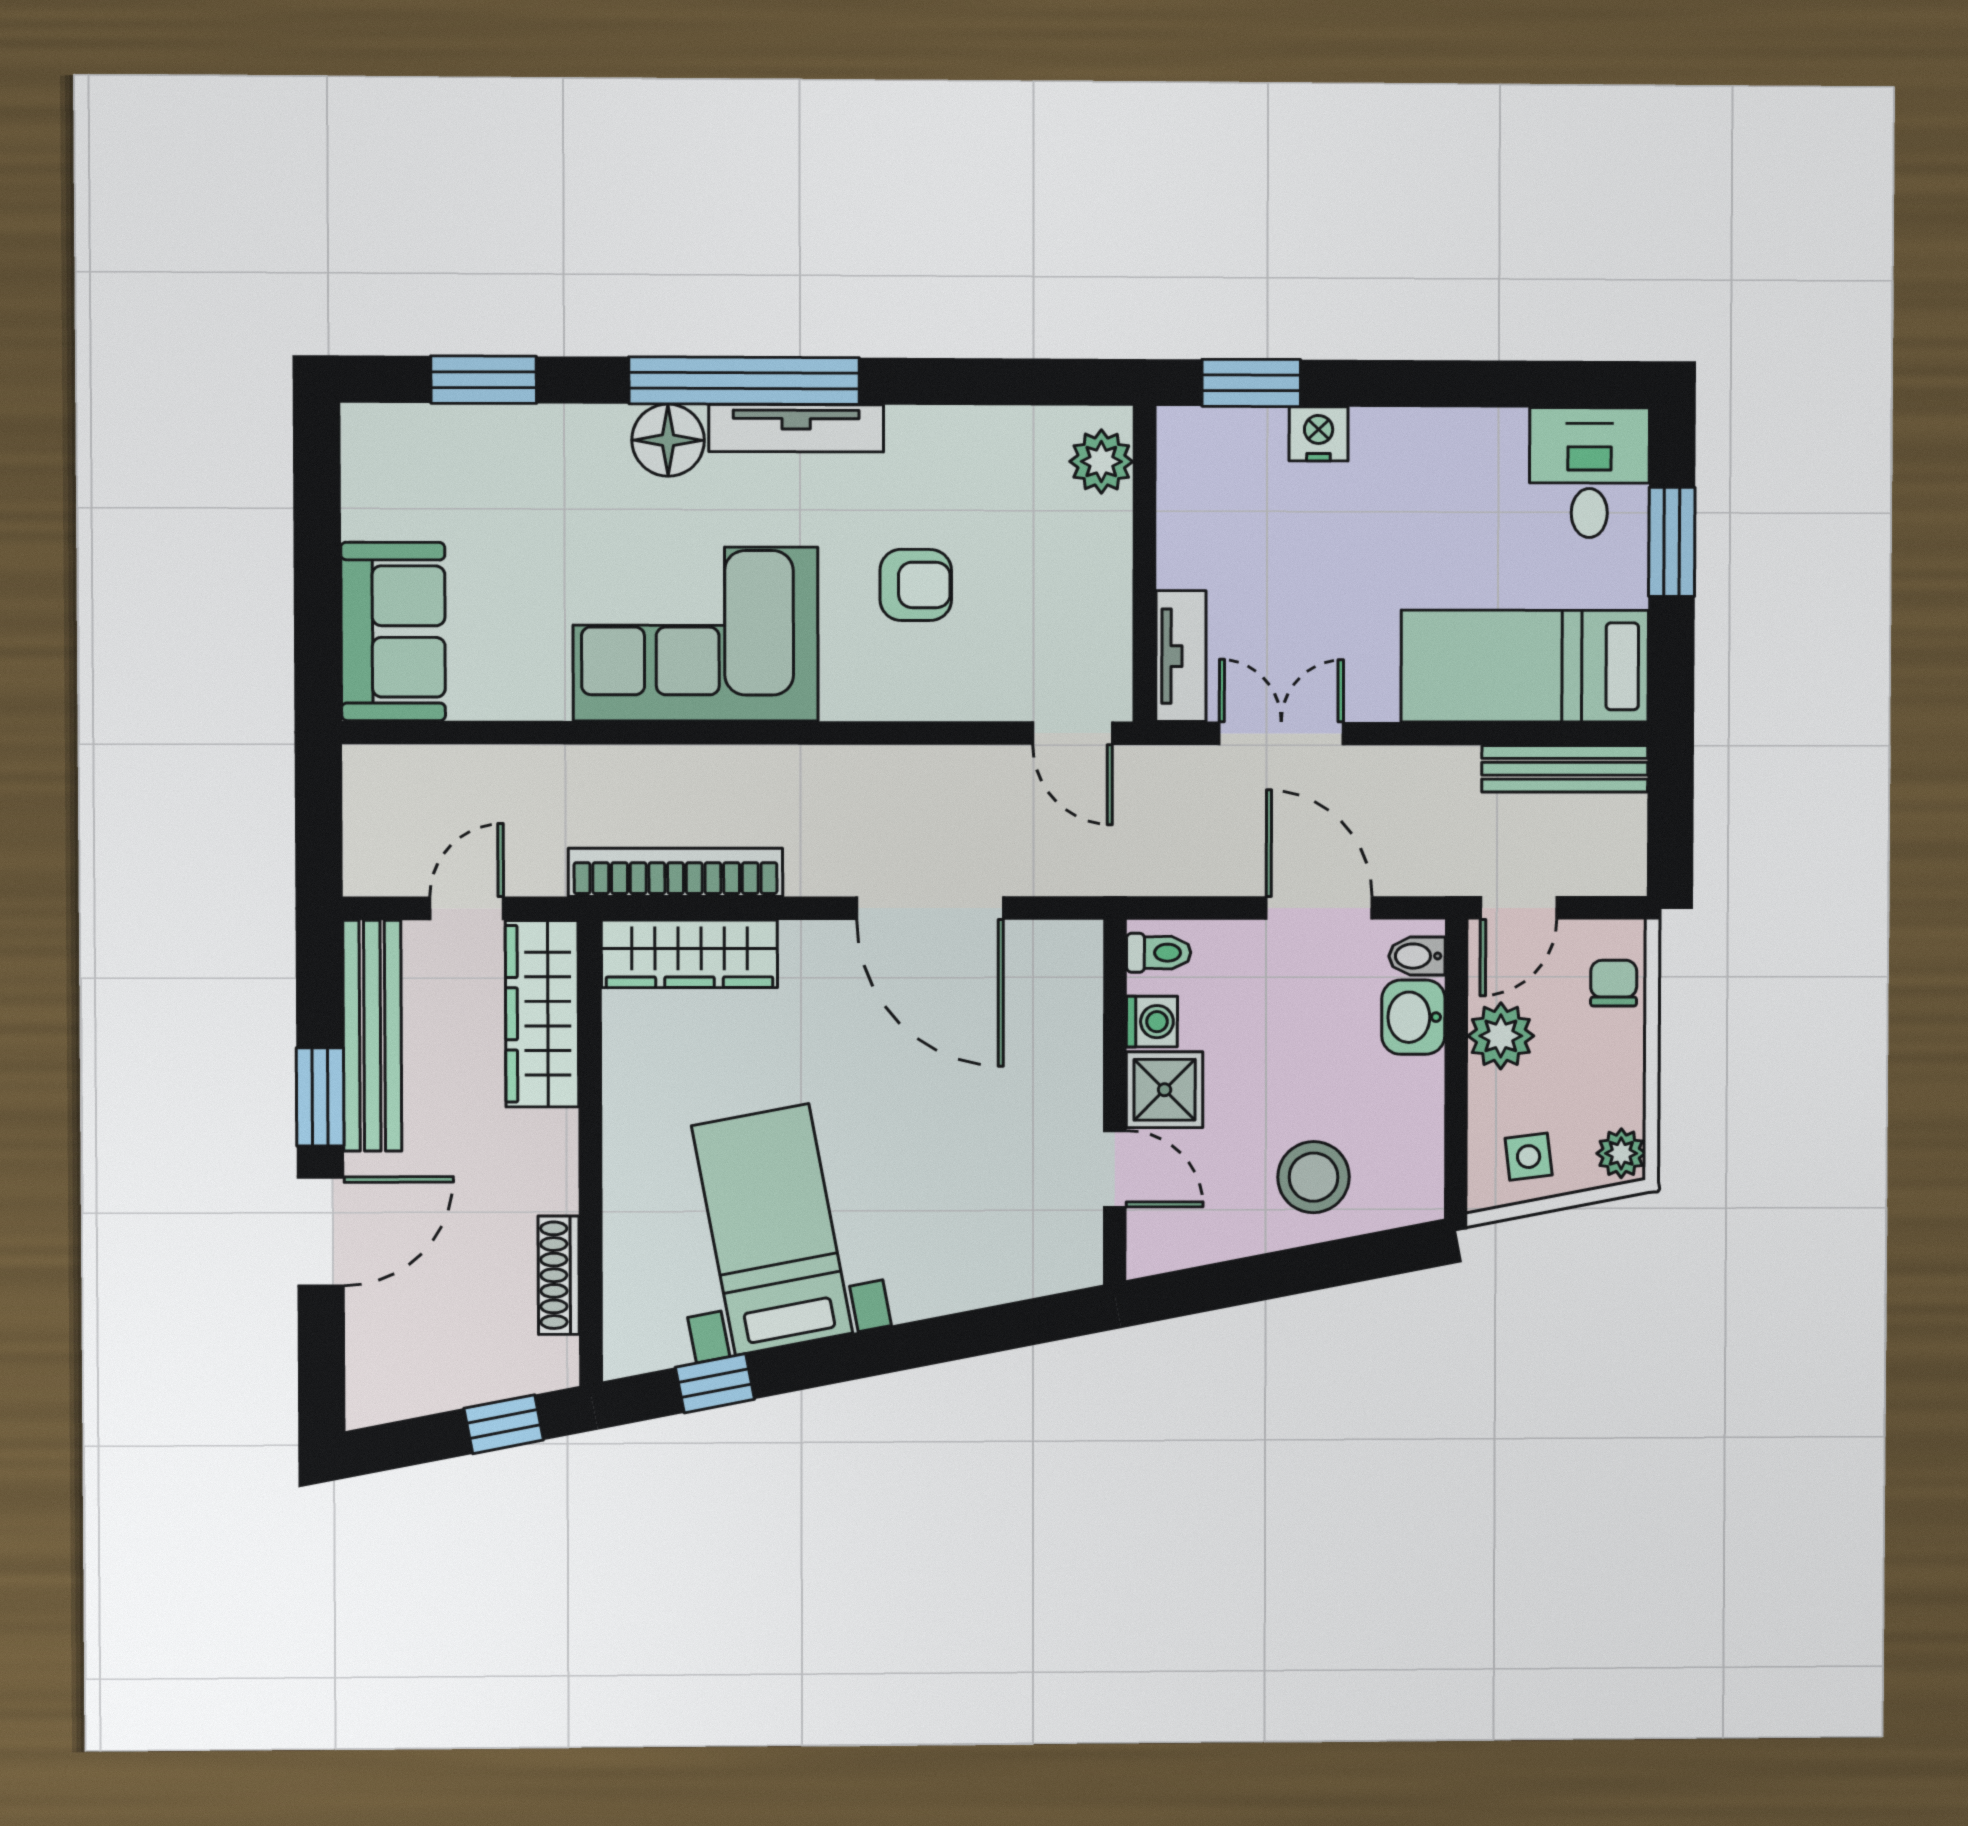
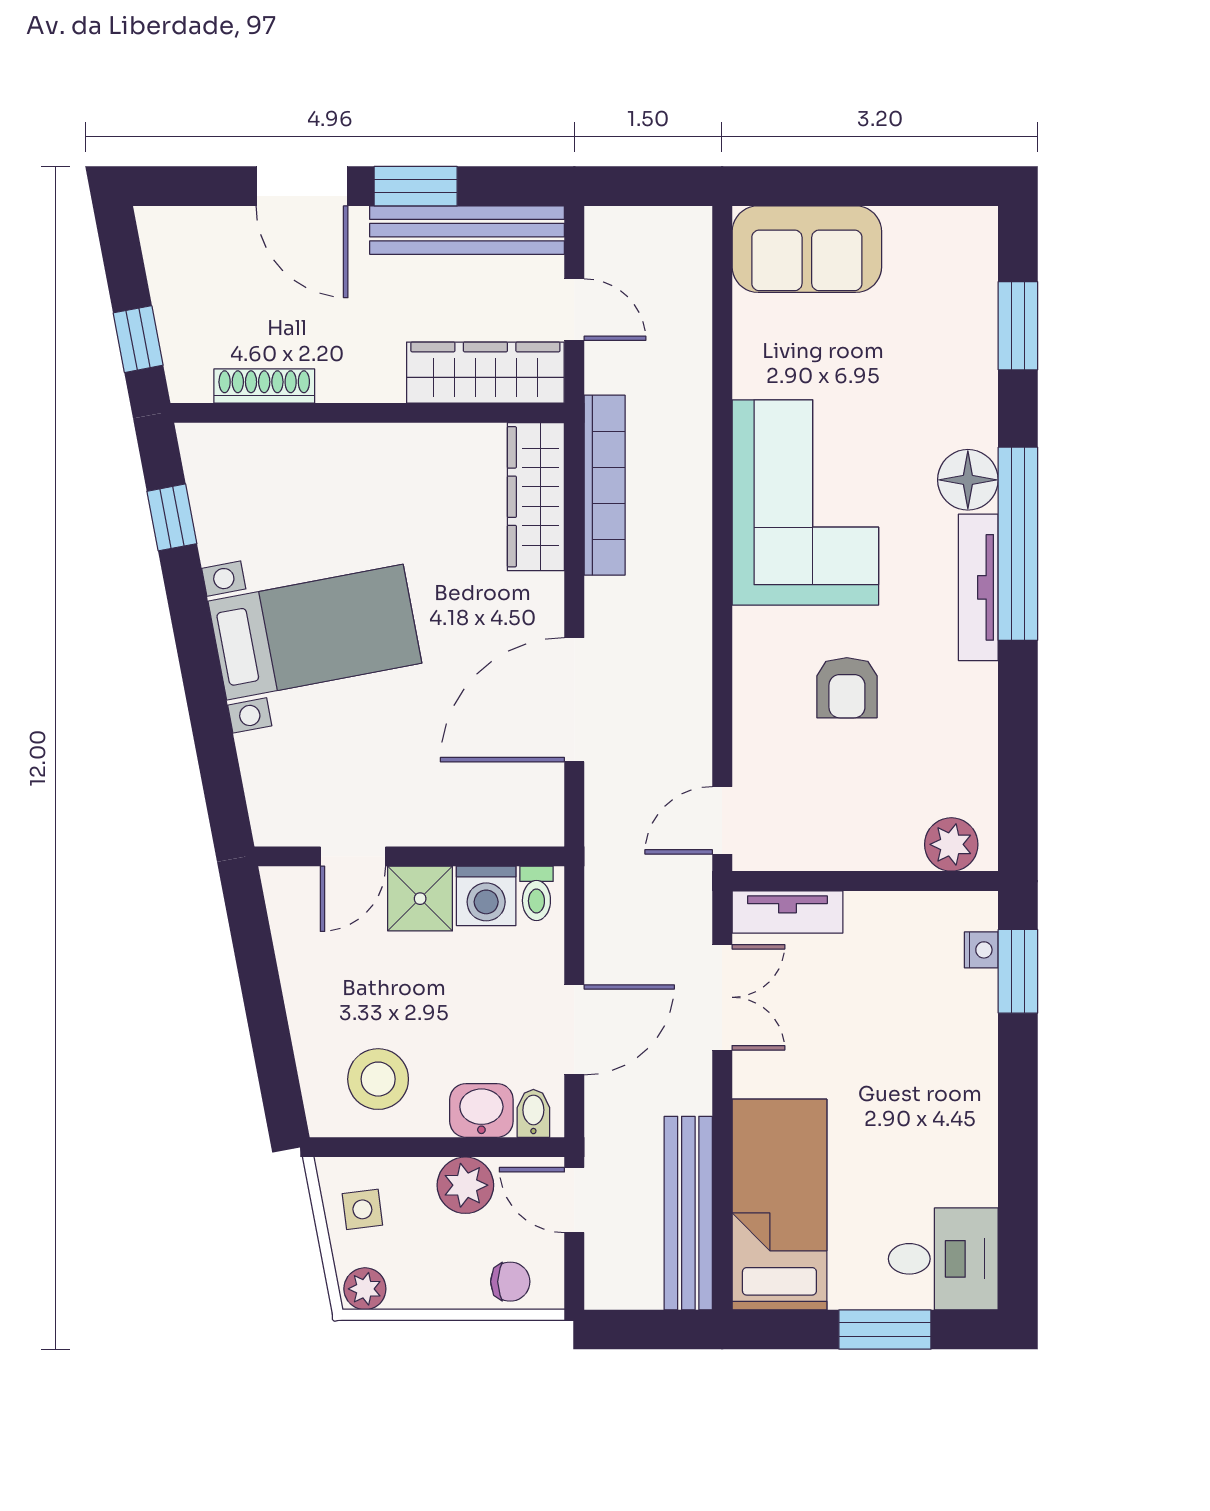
nightstand: (1319, 434) -> (981, 950), moved, width x0.72, depth x0.74
bench: (1565, 769) -> (688, 1213), width x1.37, depth x1.21
washing machine: (1152, 1022) -> (486, 896), width x1.38, depth x1.38
stool: (1313, 1177) -> (378, 1079), moved
bed with nightstands: (772, 1230) -> (315, 632), moved

